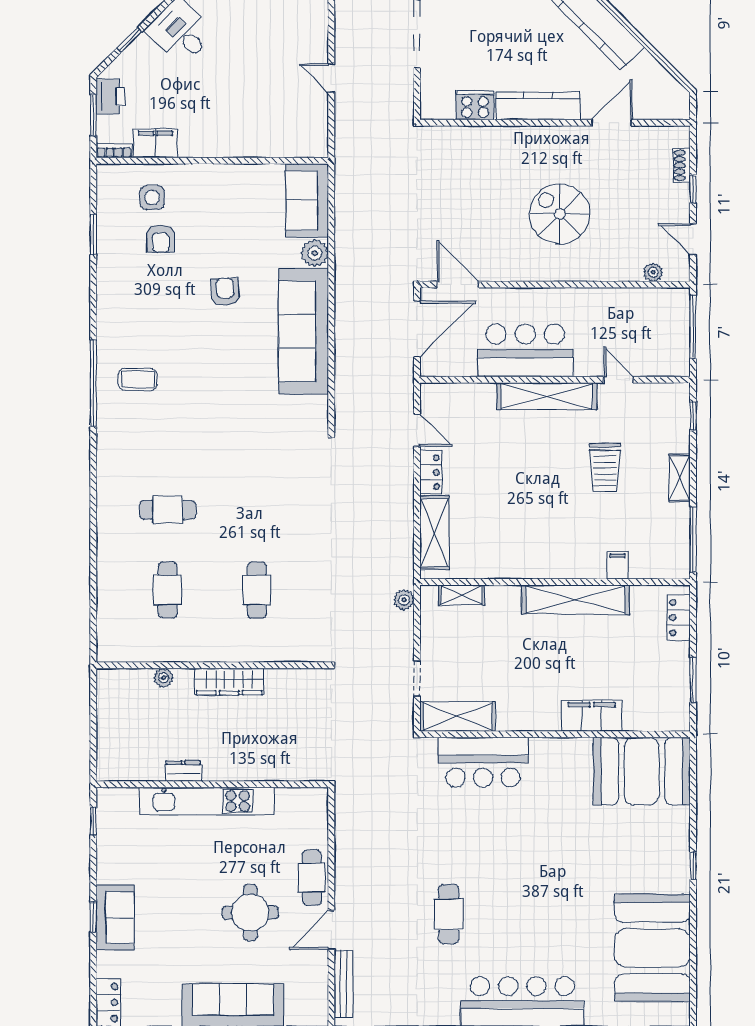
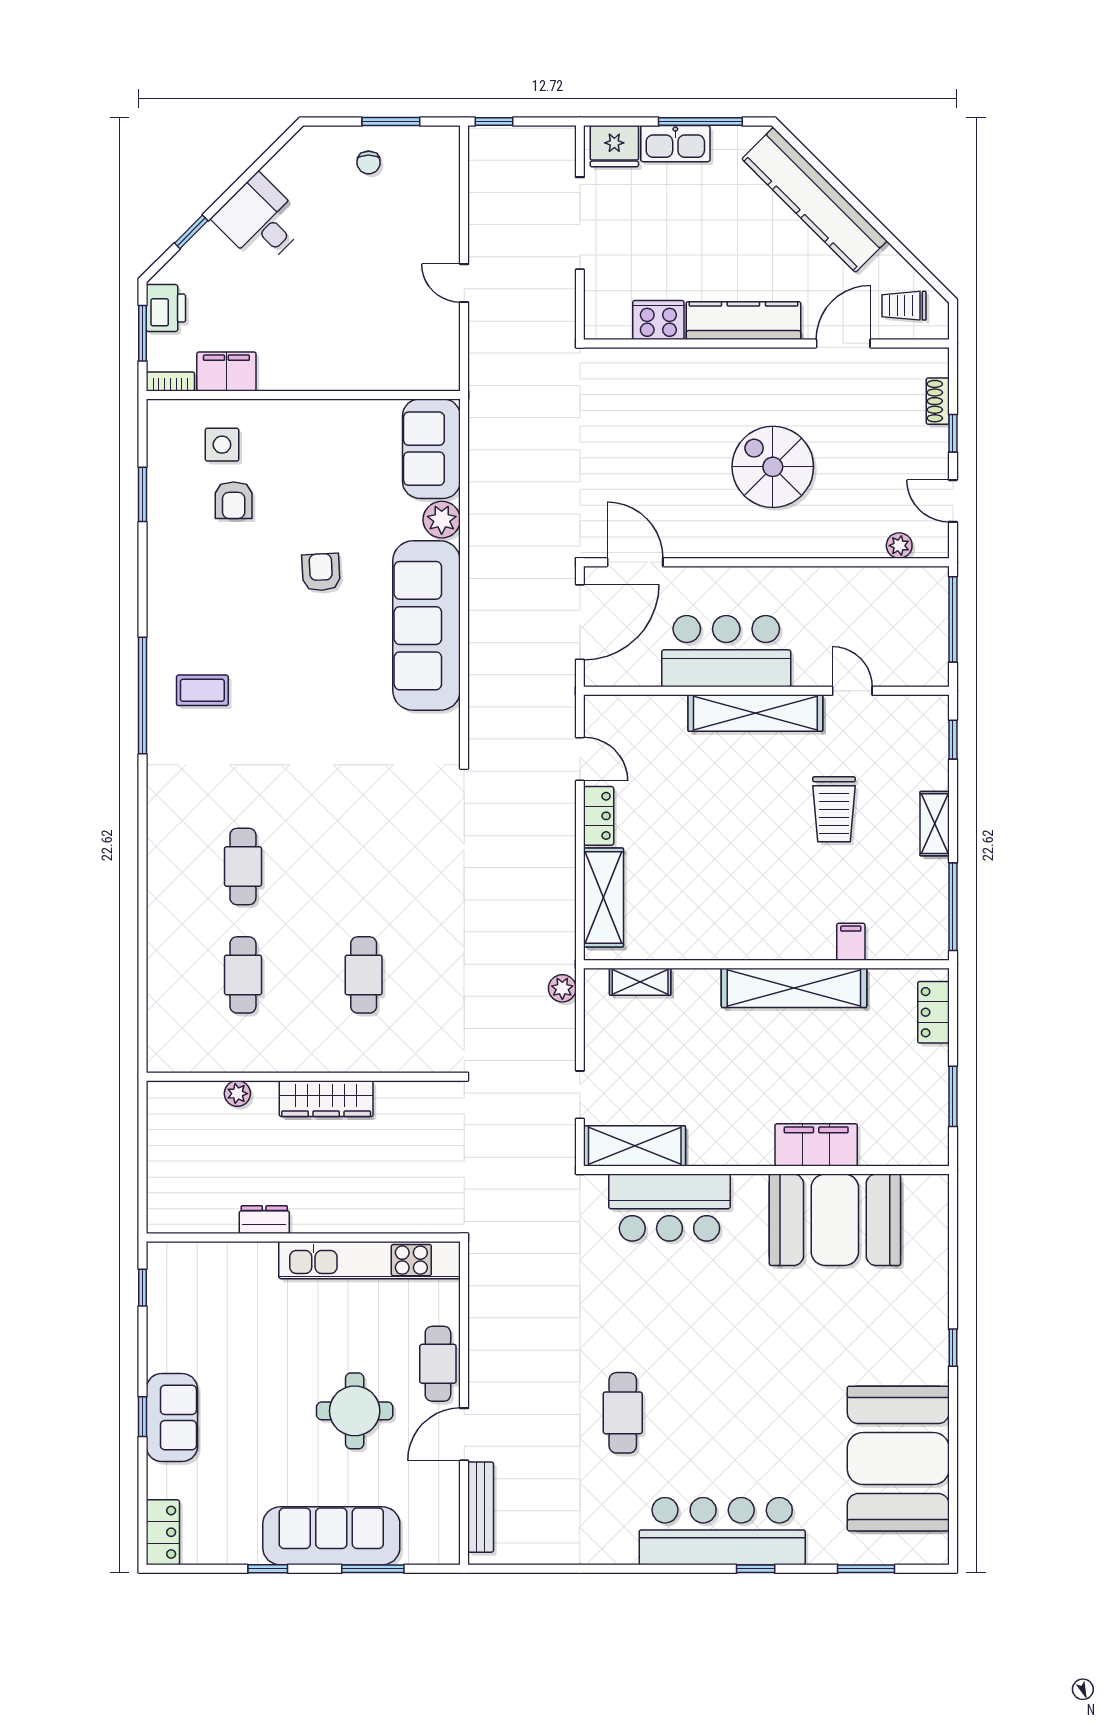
trolley: (657, 95) -> (904, 306), added
cafe table: (168, 510) -> (243, 866), turned 90
booth: (642, 771) -> (835, 1220), moved
kitchen unit: (207, 801) -> (370, 1260), moved

